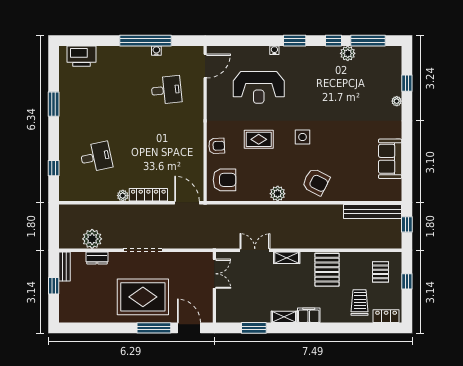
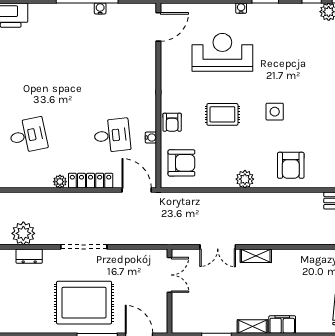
reception desk: (259, 87) -> (222, 52), turned 180
desk: (166, 90) -> (112, 135), moved
armchair: (217, 146) -> (172, 122), turned 93
water cooler: (199, 159) -> (151, 138), added
armchair: (316, 182) -> (291, 165), turned 63
double door: (255, 250) -> (218, 247), swing flipped
pallet: (327, 270) -> (304, 270), removed

